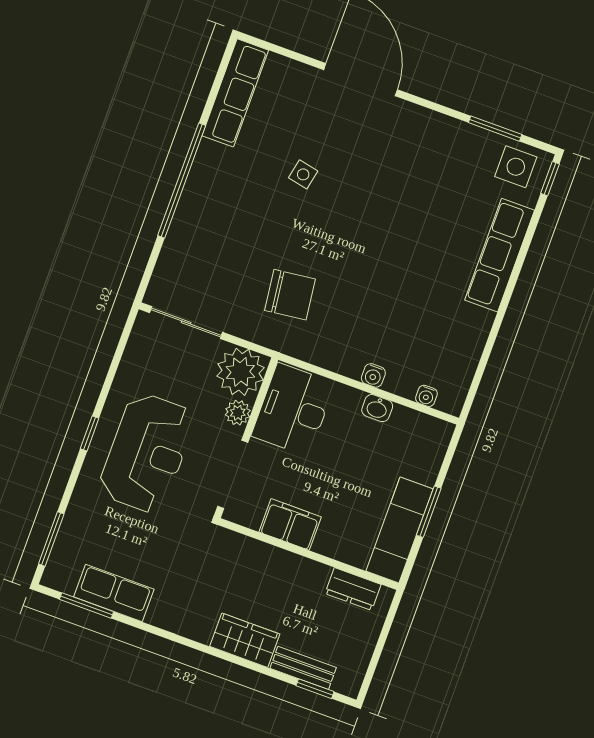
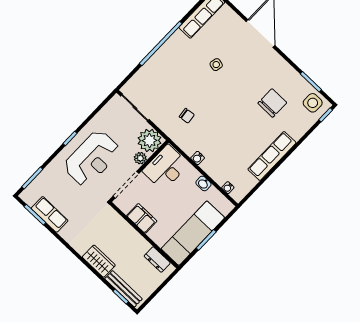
chair: (440, 200) -> (272, 103), added
row of seats: (500, 255) -> (272, 156), moved
chair: (290, 295) -> (187, 116), width x0.54, depth x0.54
water cooler: (373, 375) -> (198, 158), moved
exam couch: (400, 530) -> (193, 233), width x1.36, depth x1.45
bench: (303, 668) -> (123, 289), width x1.36

